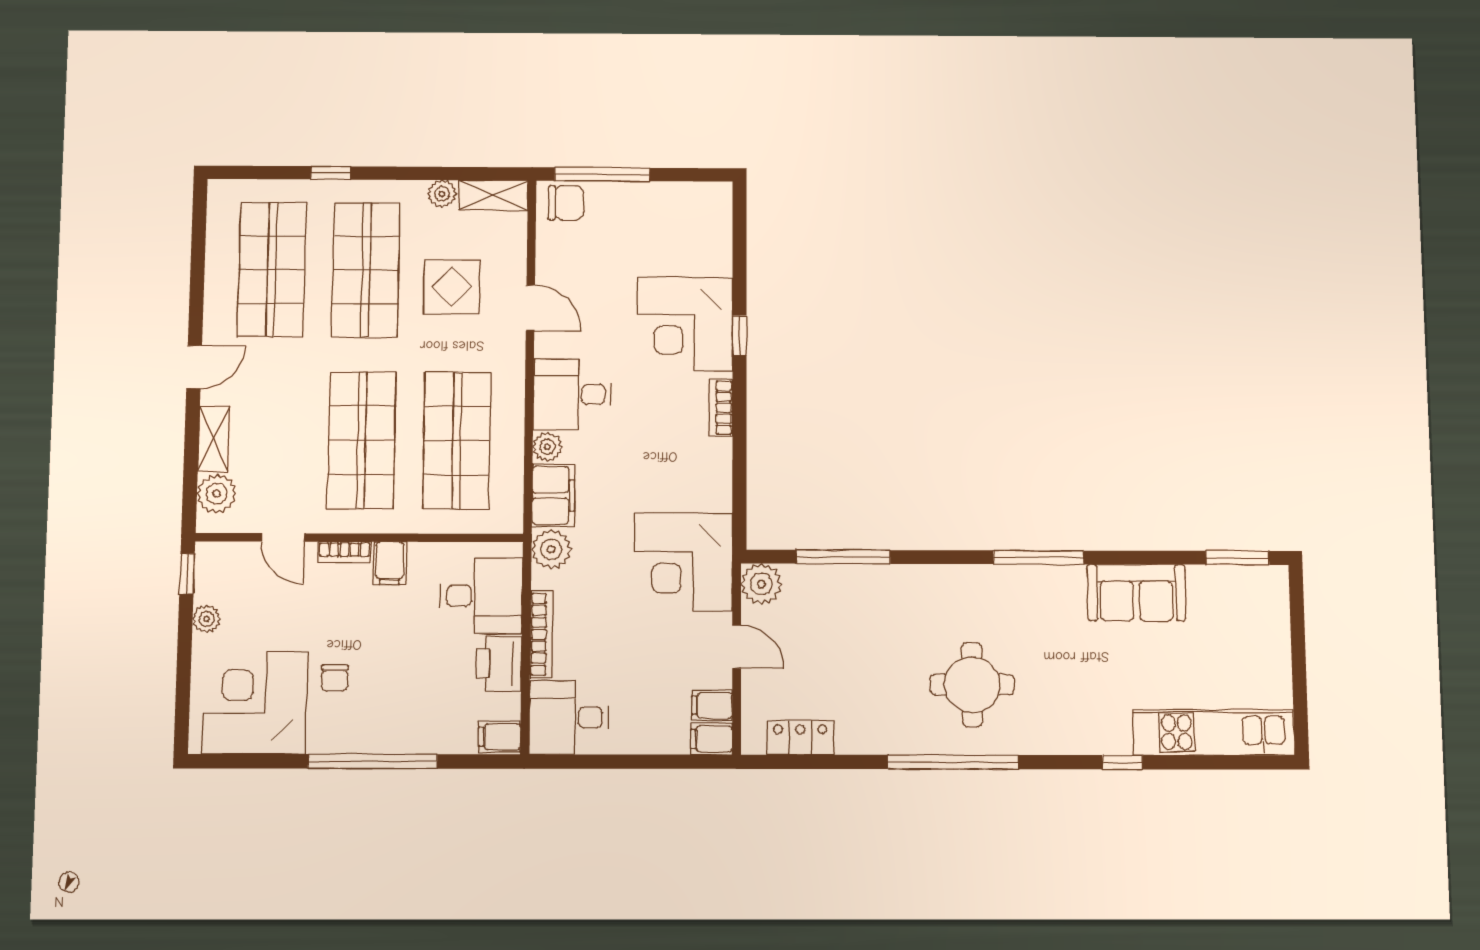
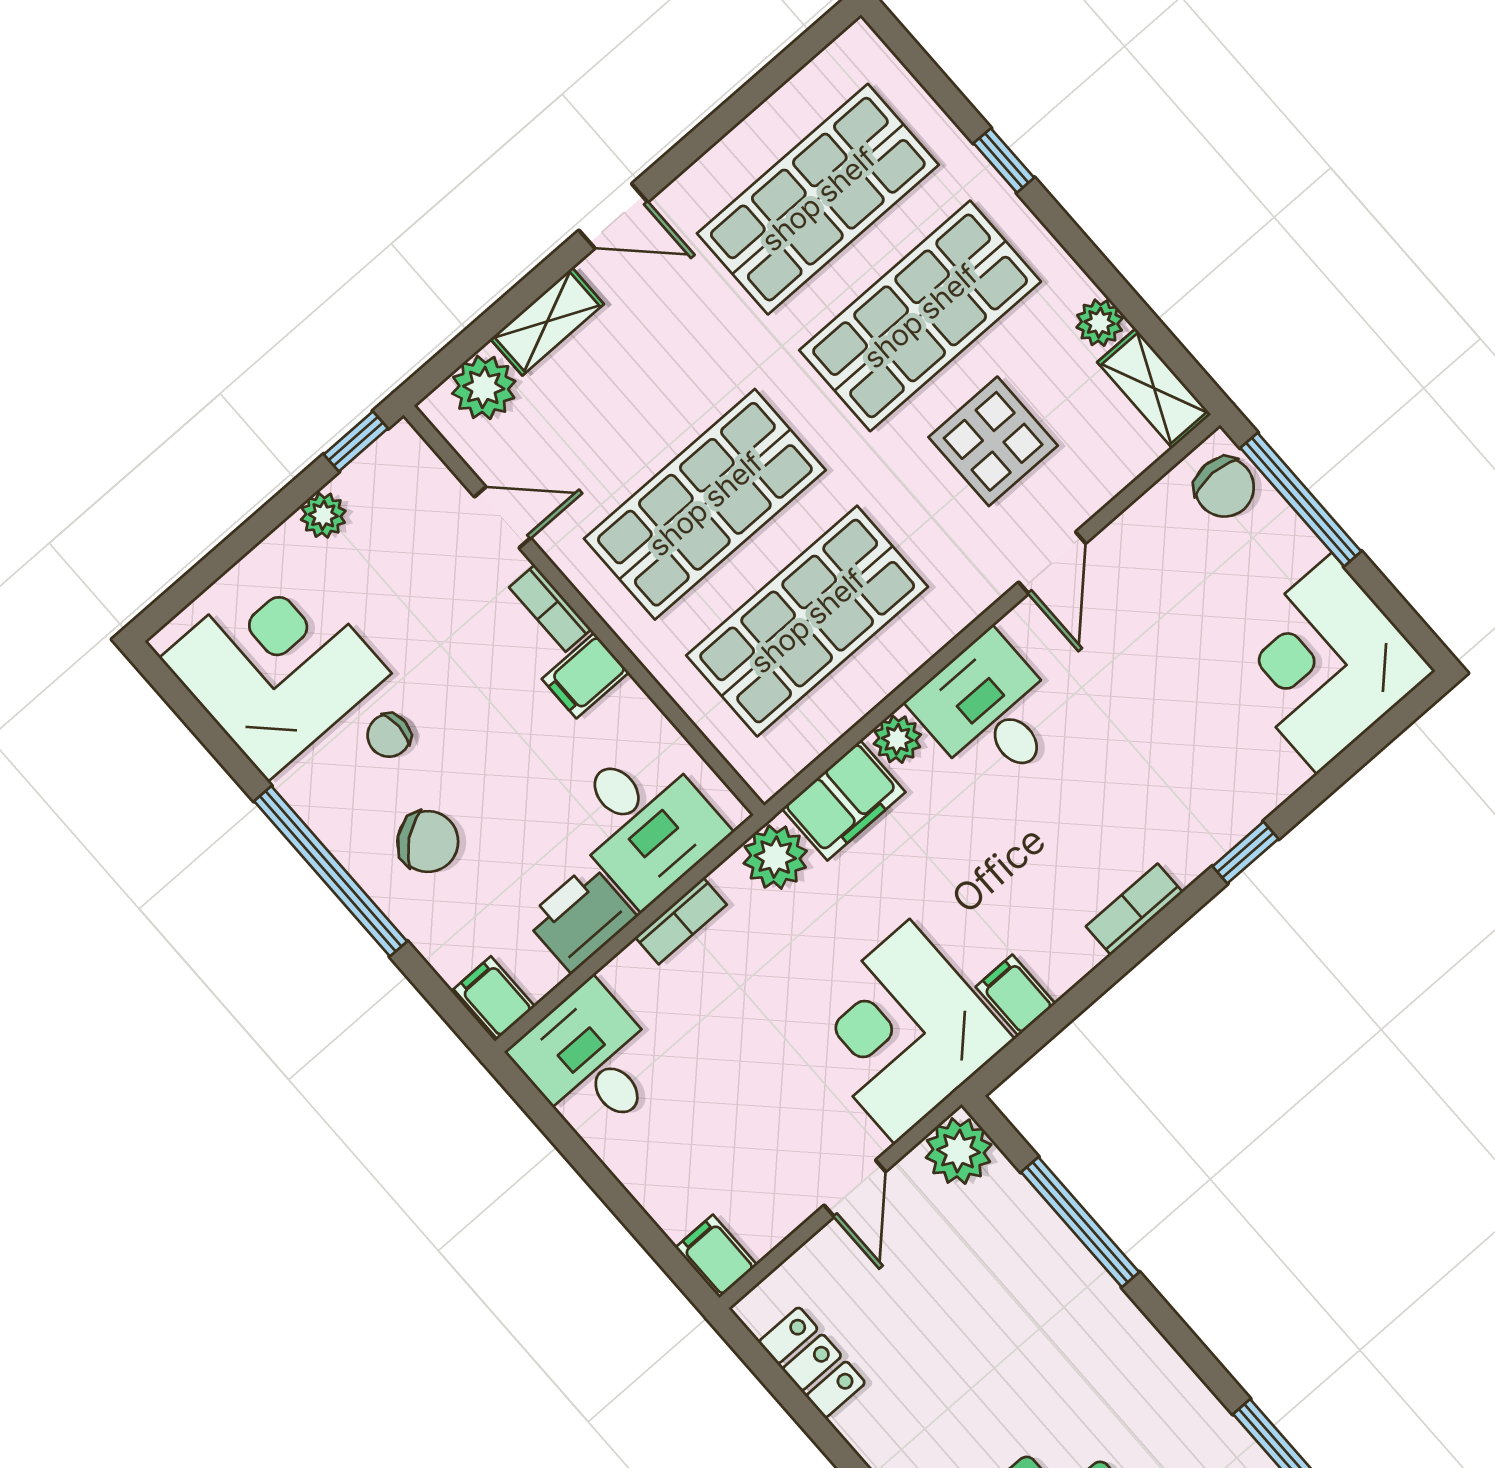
corner desk: (685, 324) -> (1324, 663), moved
door: (283, 537) -> (502, 517), swing flipped
bookcase: (541, 634) -> (681, 921), width x0.64
chair: (400, 704) -> (428, 842), added
filing cabinet: (712, 705) -> (1015, 995), moved

